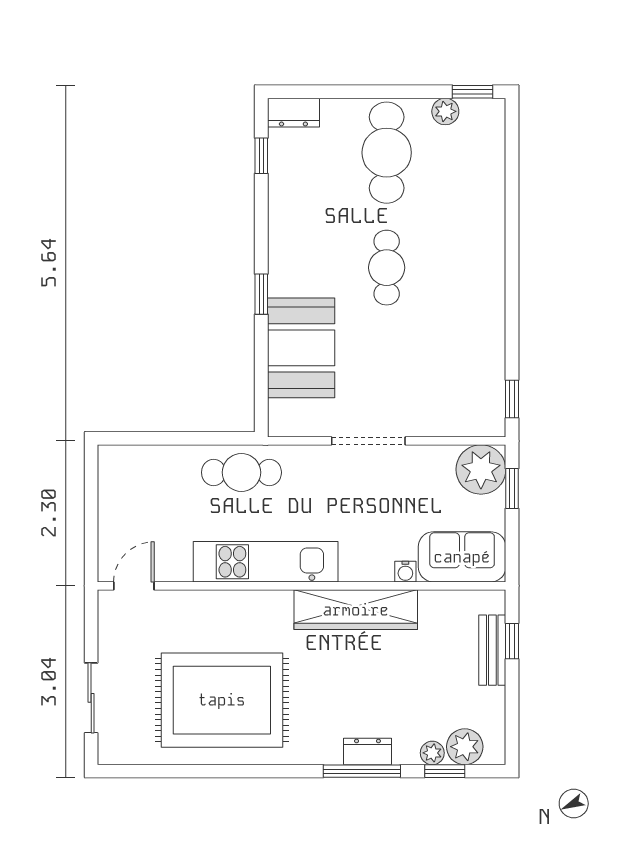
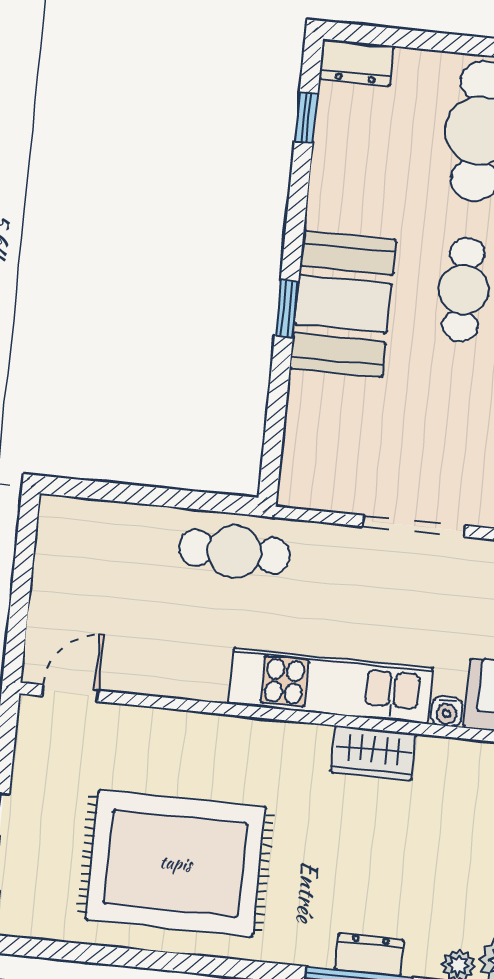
booth: (301, 348) -> (343, 304), moved
kitchen unit: (266, 562) -> (330, 686), moved
wardrobe: (356, 610) -> (373, 753), width x0.48, depth x0.85

